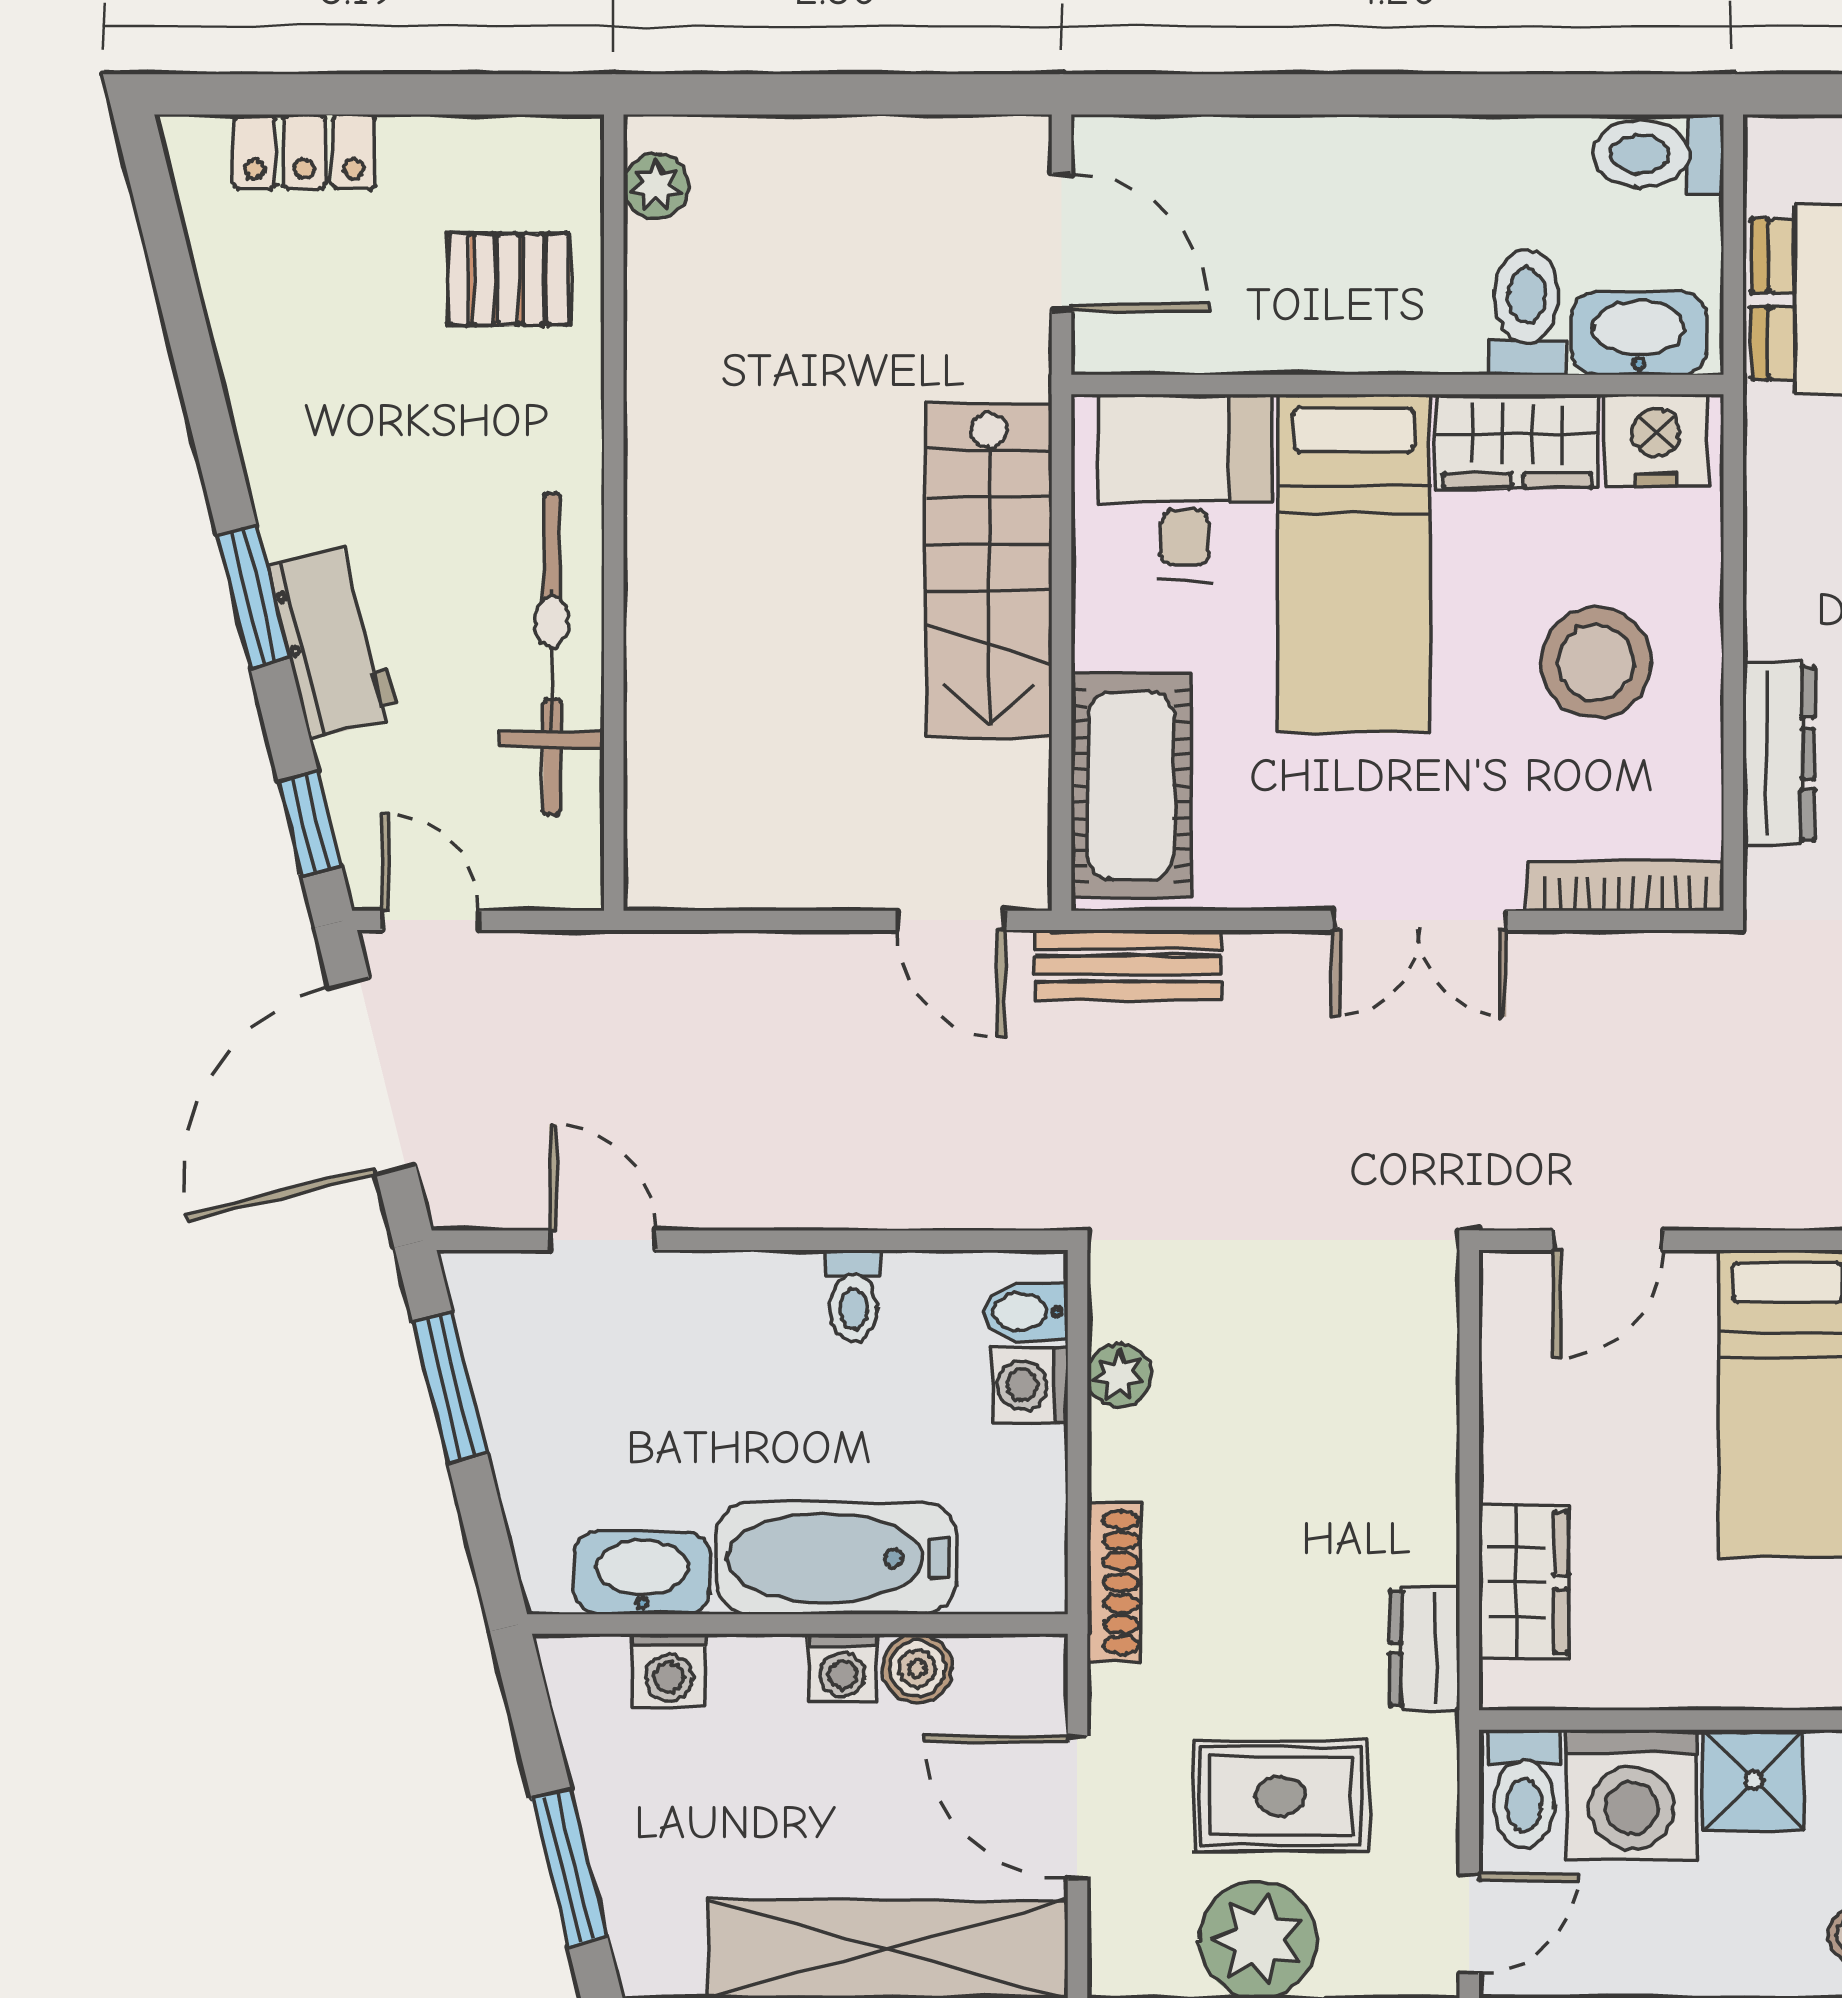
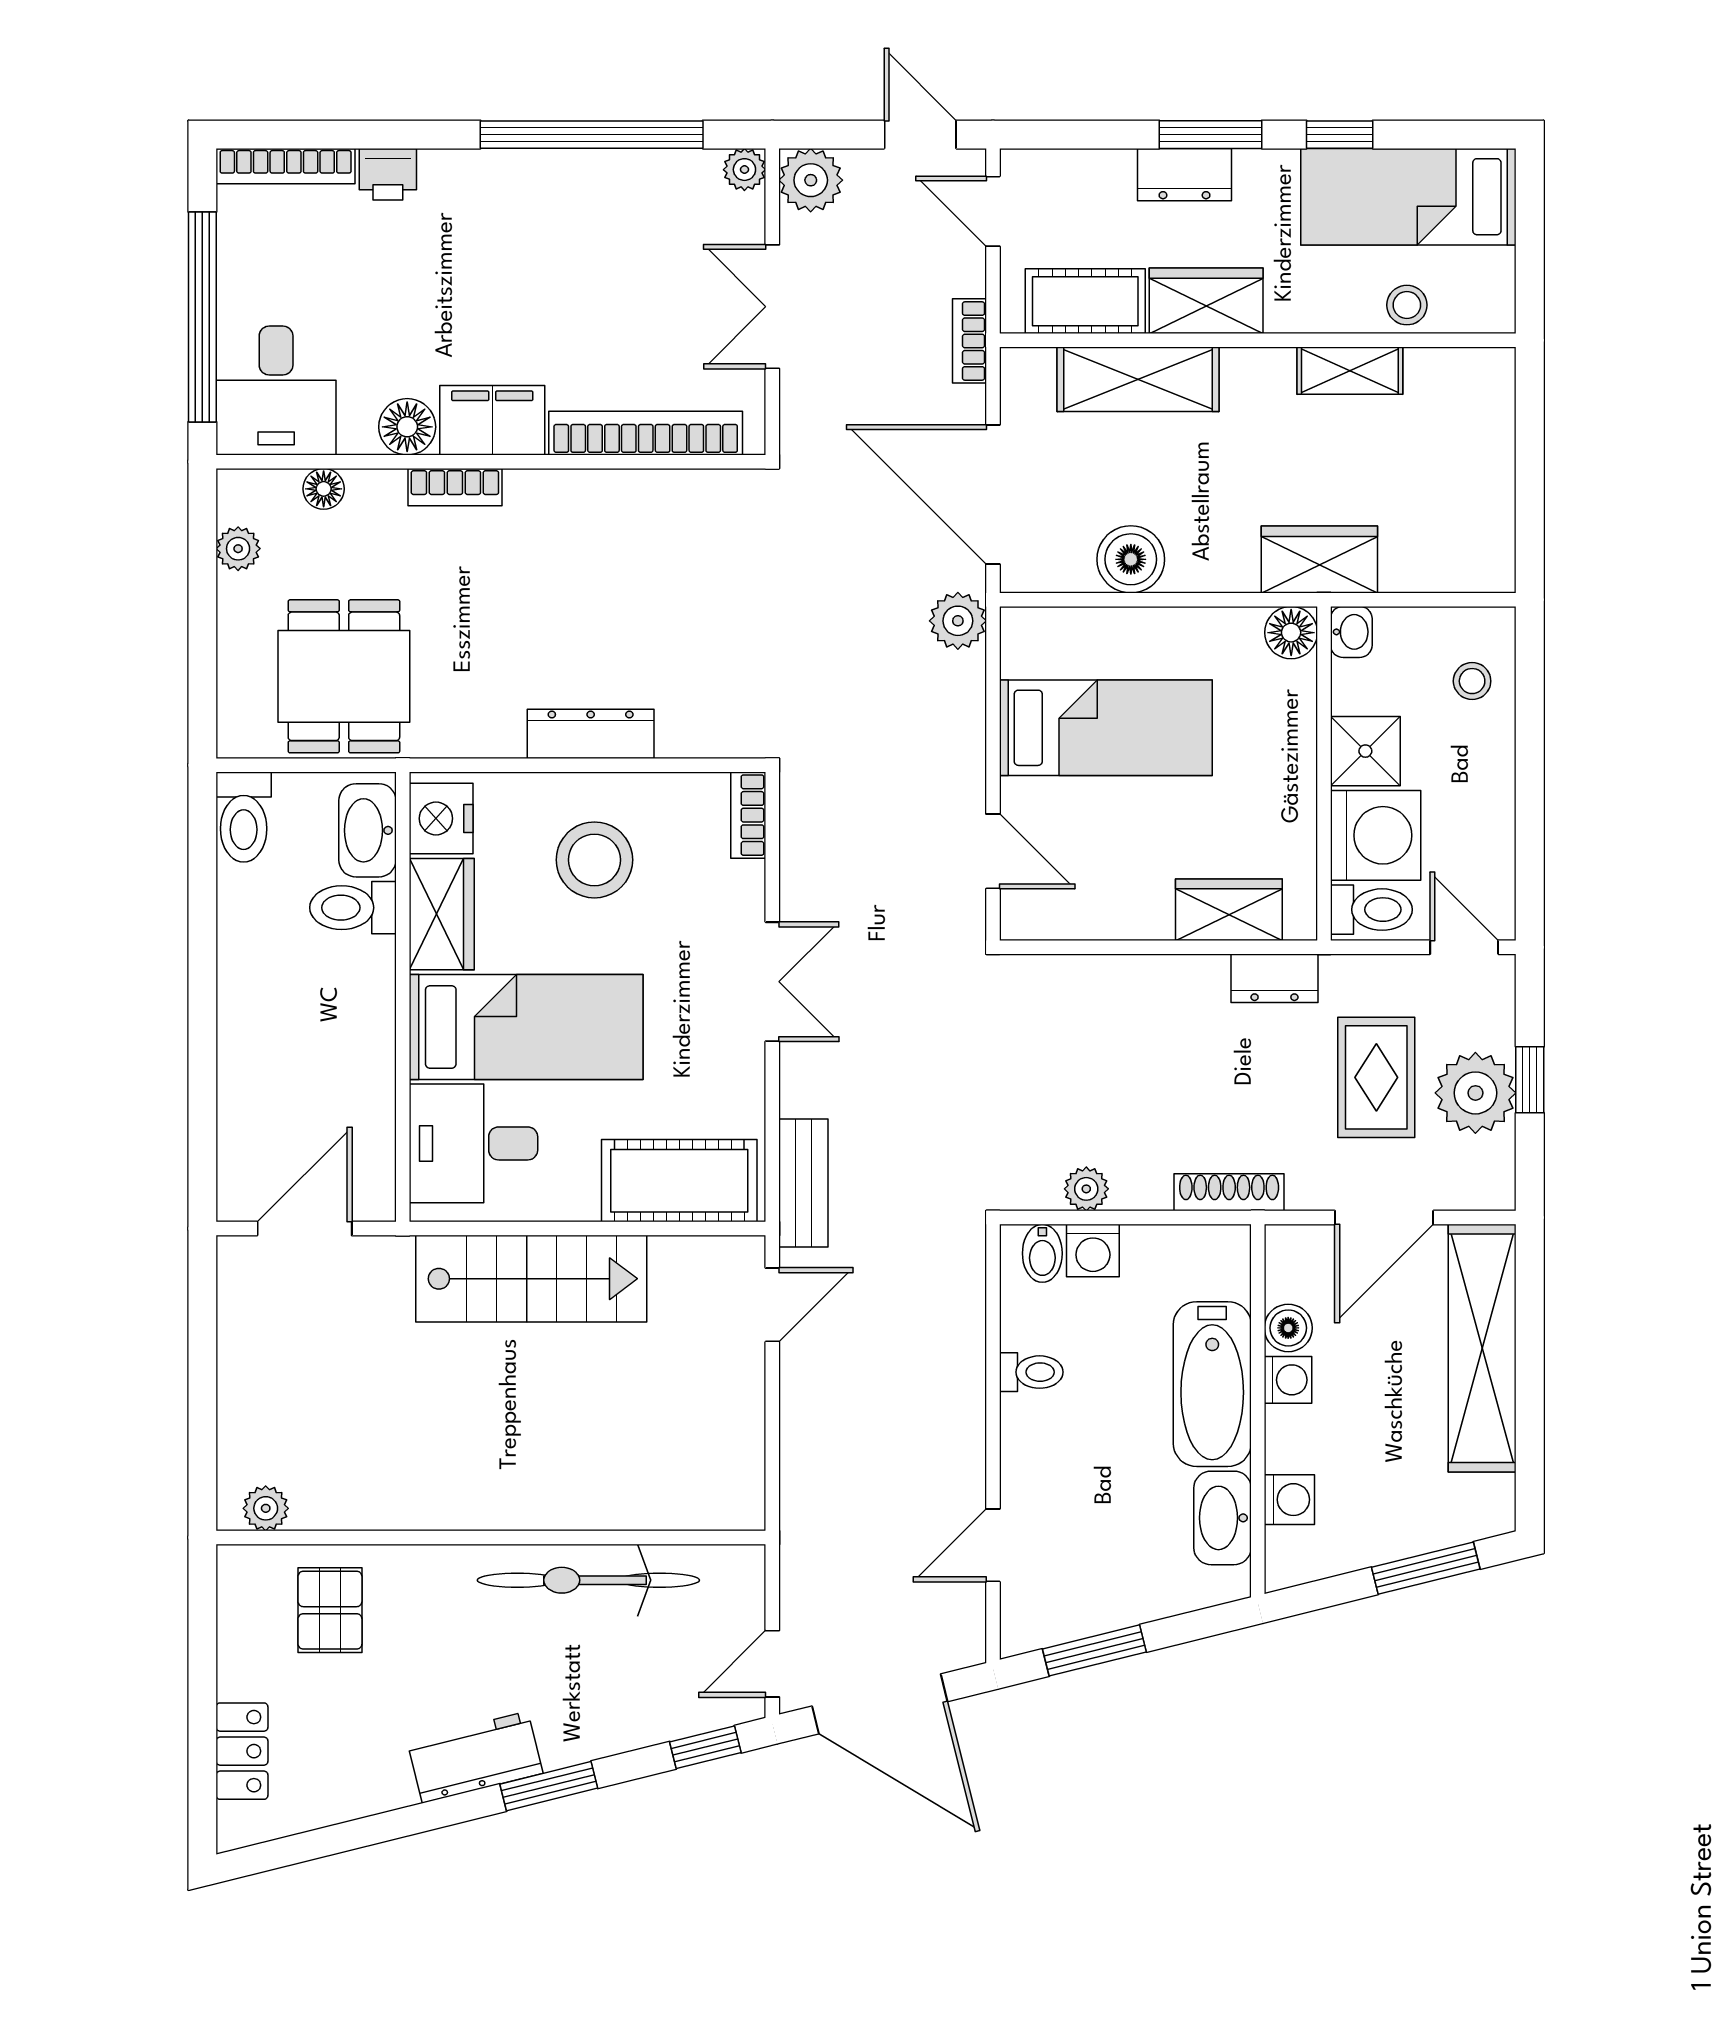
workbench: (333, 641) -> (475, 1757), moved
dresser: (1779, 753) -> (591, 734), moved
bookcase: (1625, 886) -> (748, 815), width x0.64

